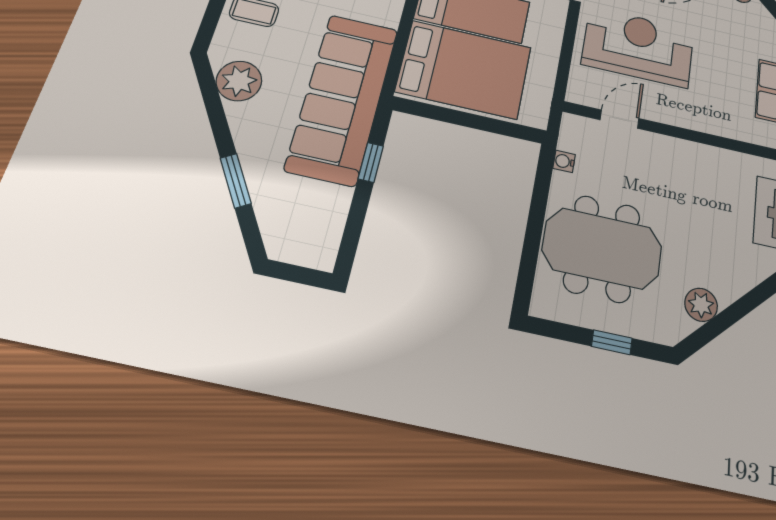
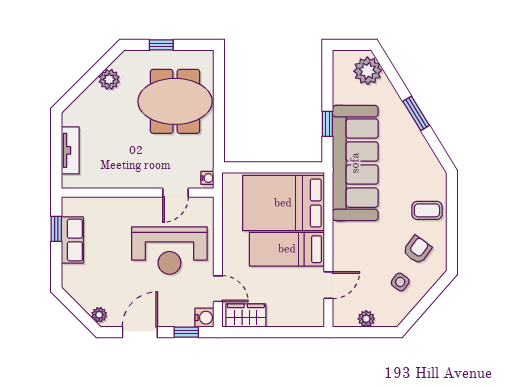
plant: (239, 81) -> (368, 71), moved
water cooler: (564, 161) -> (207, 178), moved
window: (236, 181) -> (416, 113), moved

